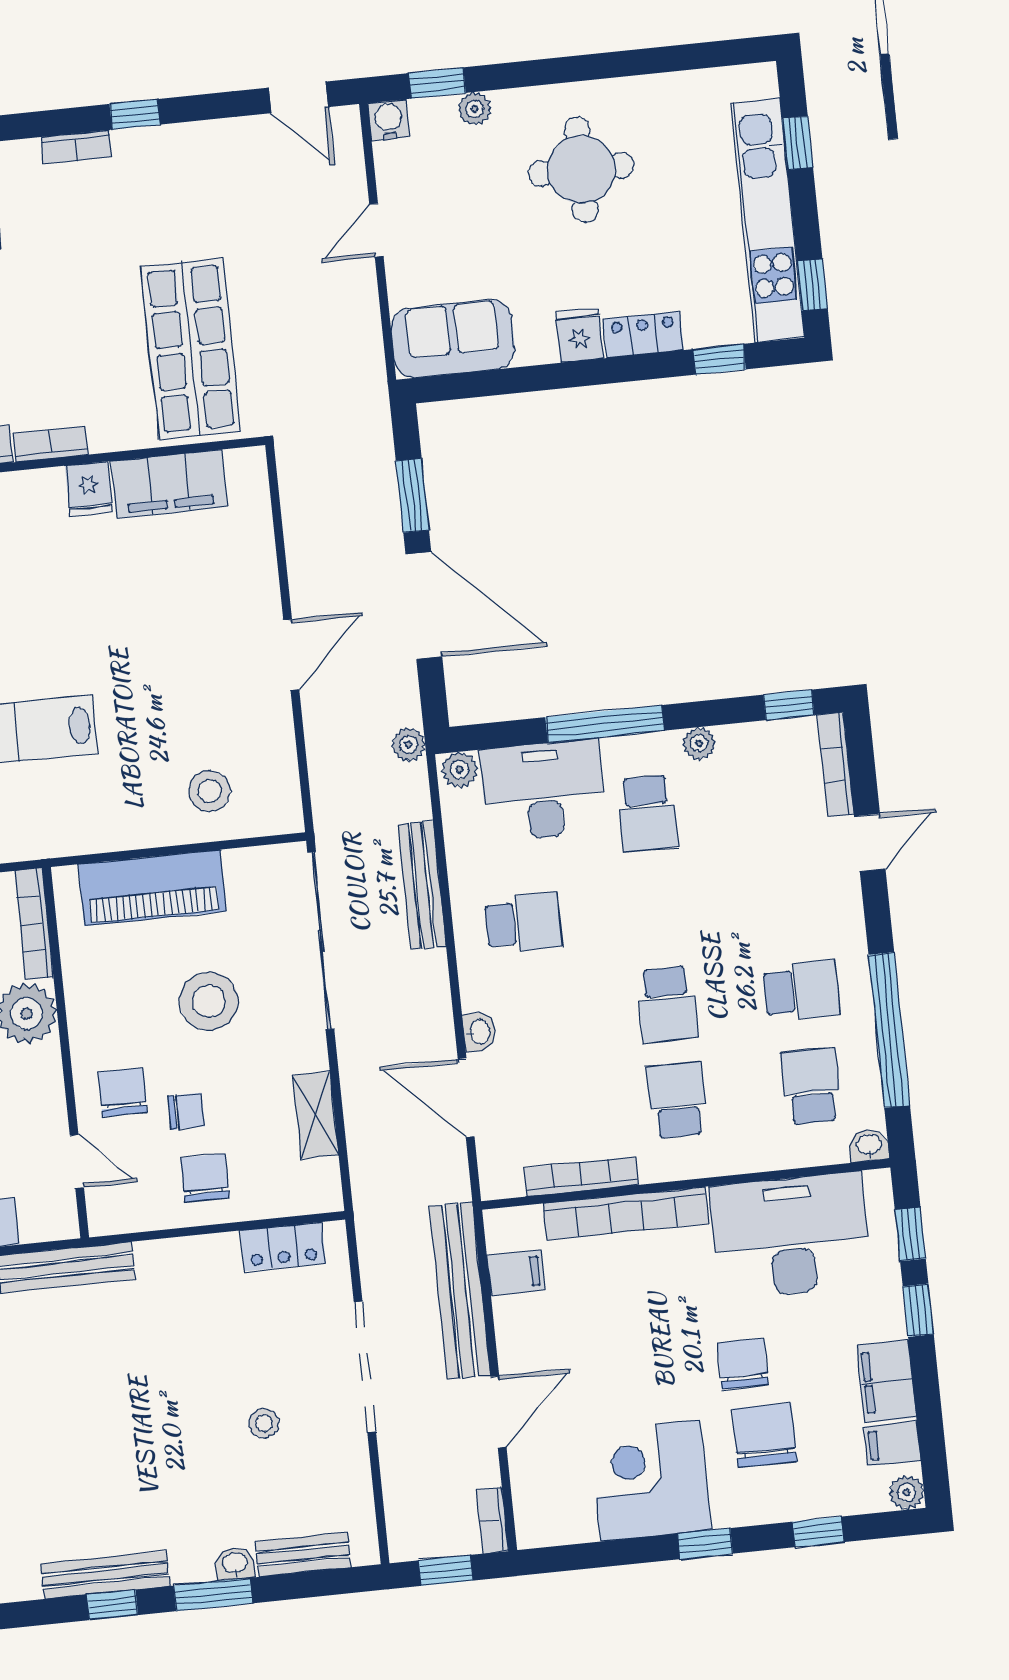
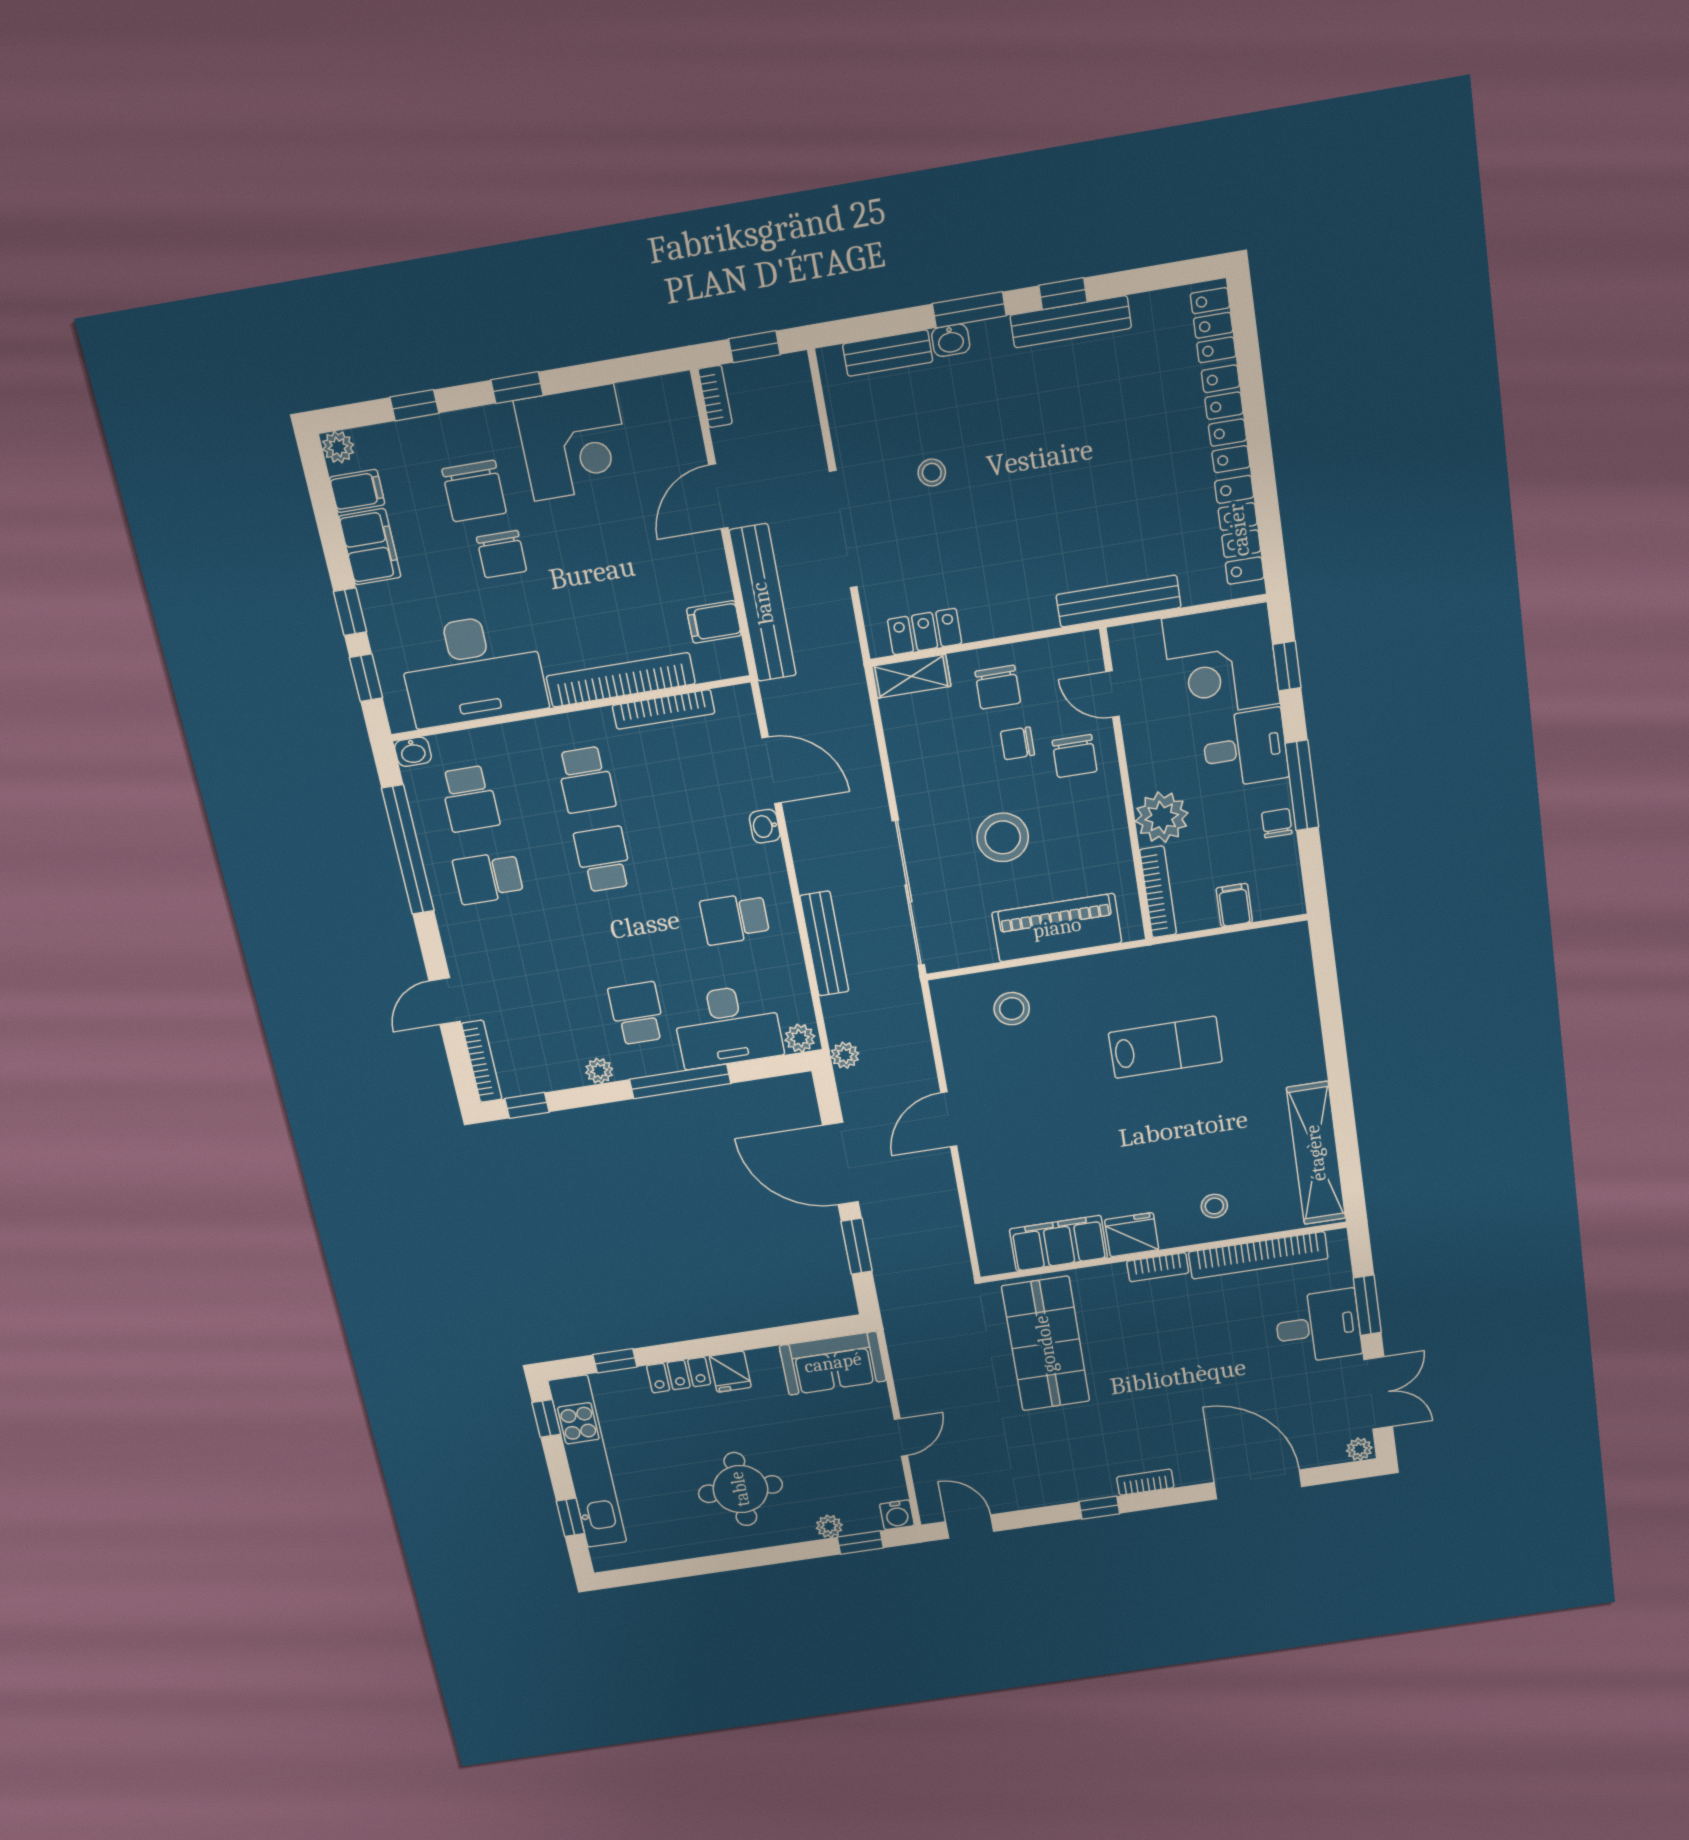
fridge: (89, 489) -> (1132, 1235), width x1.38
shelving: (316, 1115) -> (911, 676), moved, turned 90

